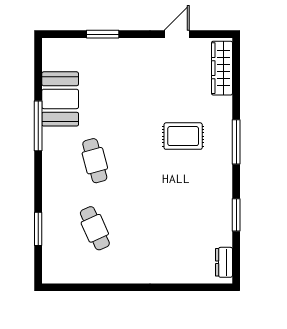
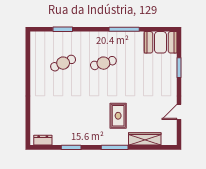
door: (177, 34) -> (179, 112), swing flipped
wardrobe: (222, 68) -> (145, 139), moved
booth: (60, 99) -> (161, 42), moved

